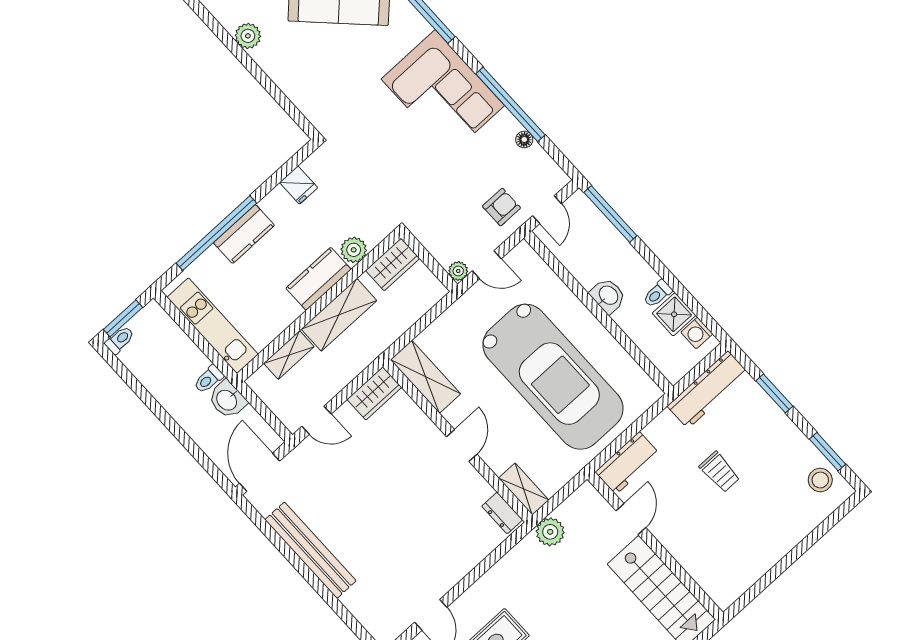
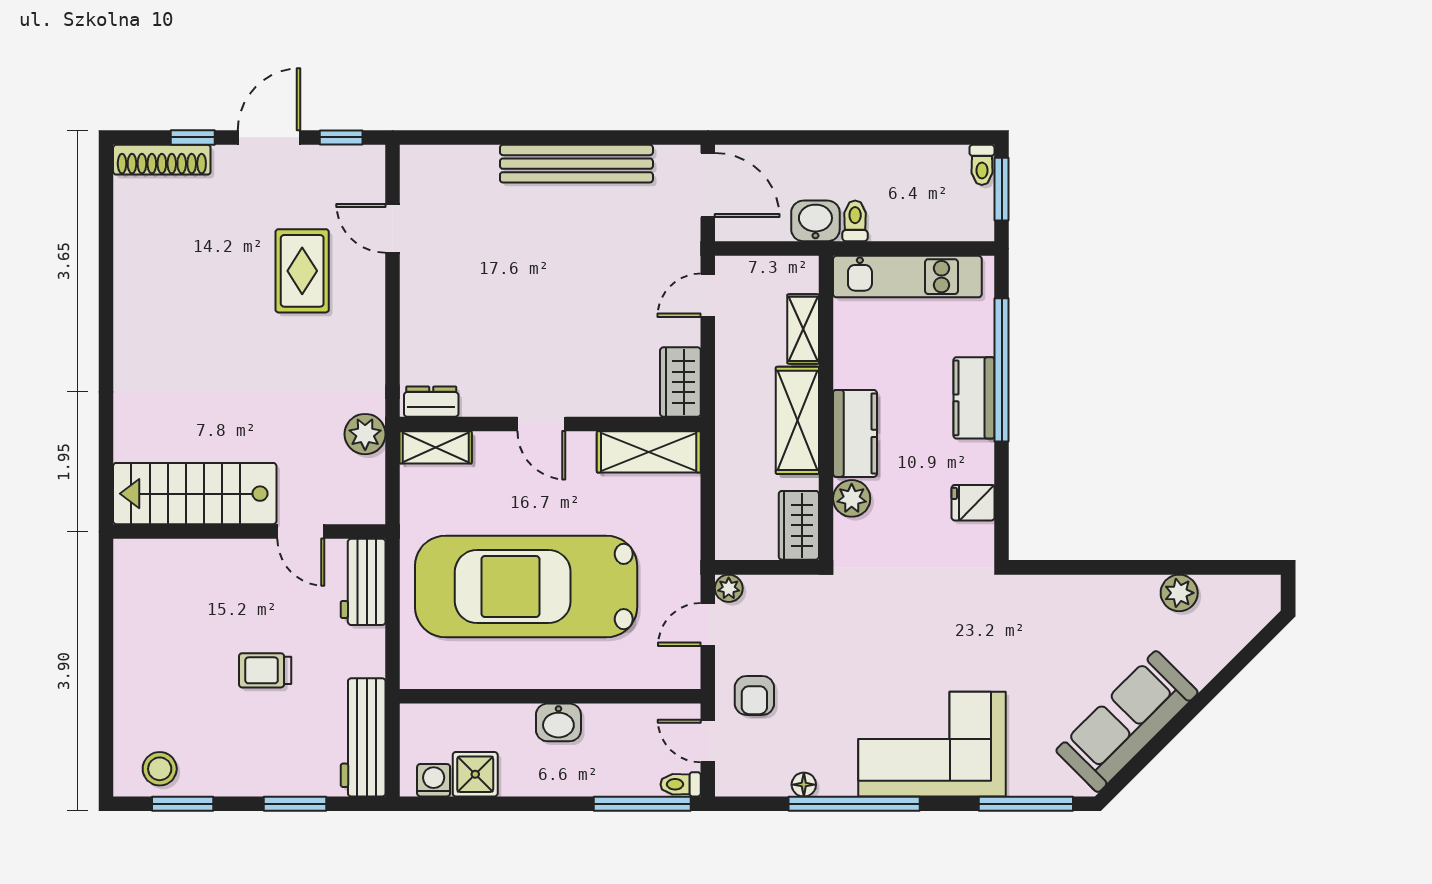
toilet: (658, 294) -> (681, 784), moved, turned -90

